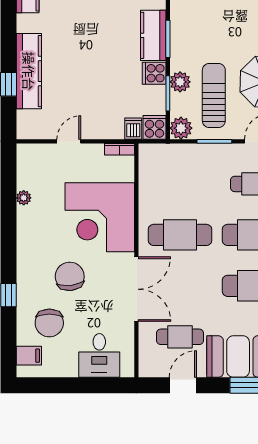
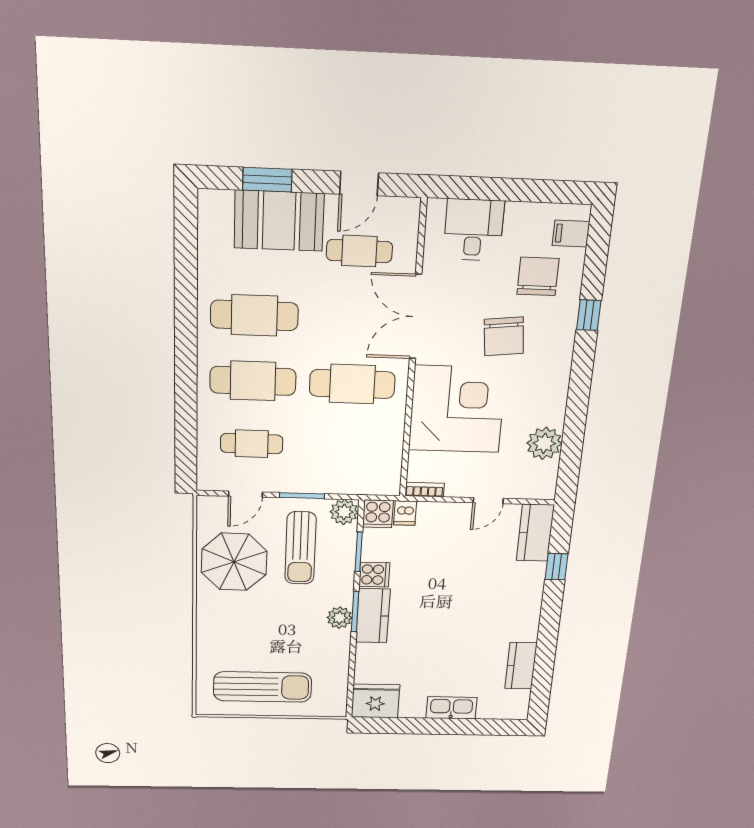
kitchen counter: (29, 71) -> (535, 533), moved, width x0.67
plant: (180, 82) -> (340, 618), moved
plant: (24, 198) -> (544, 443), width x1.88, depth x1.88

